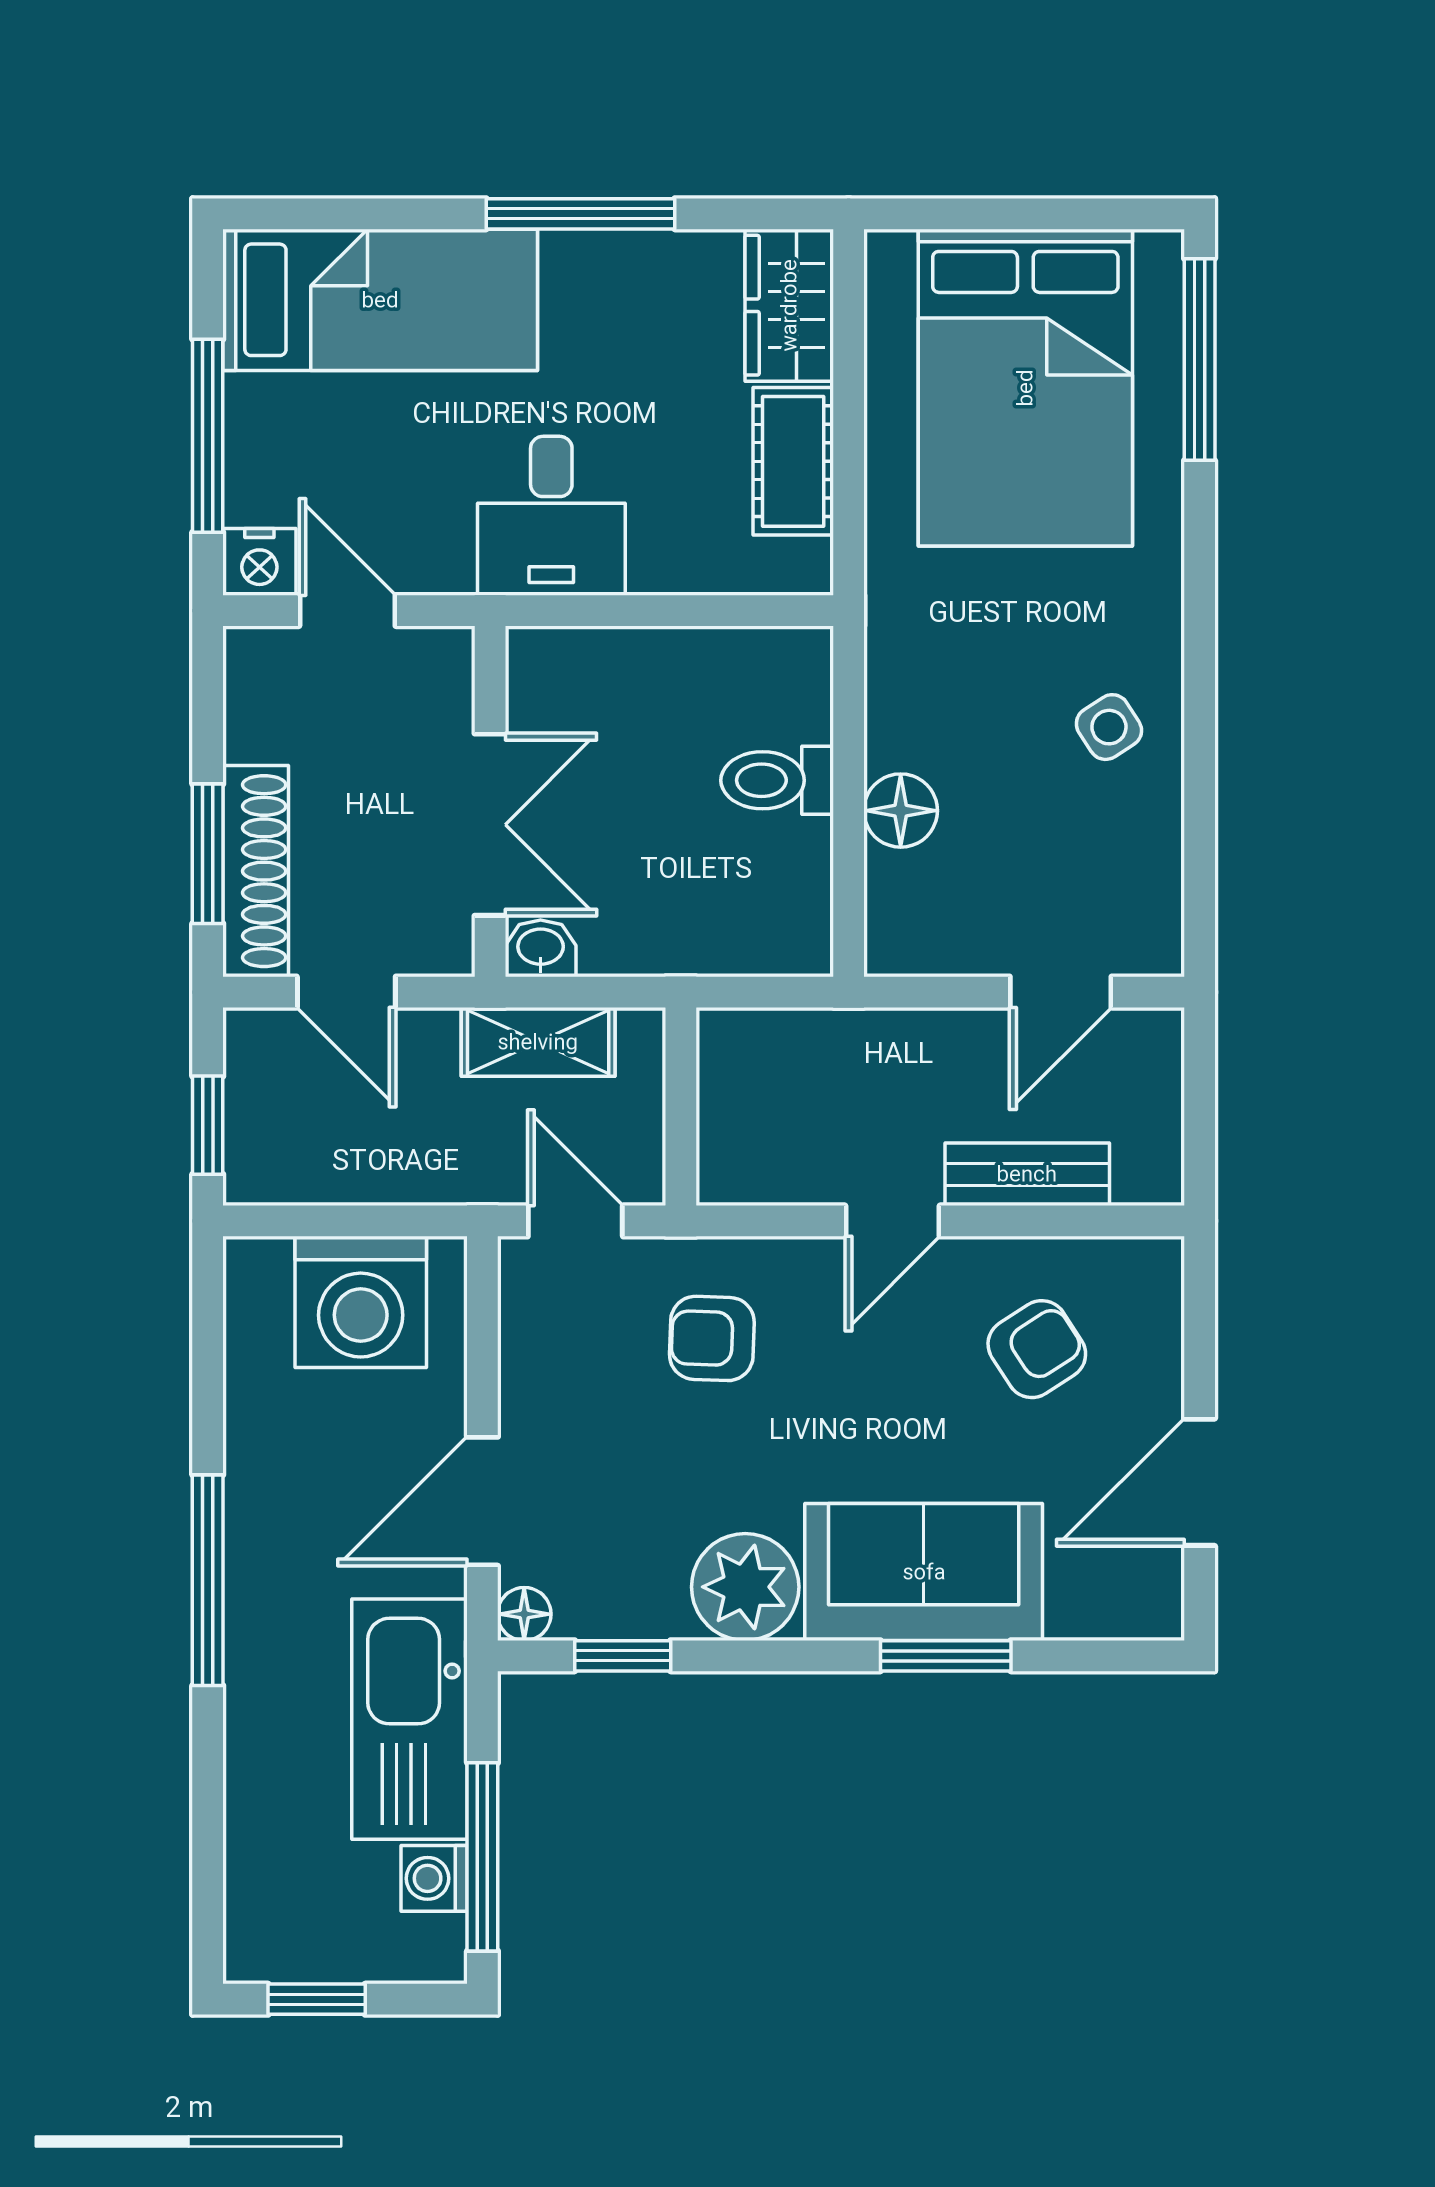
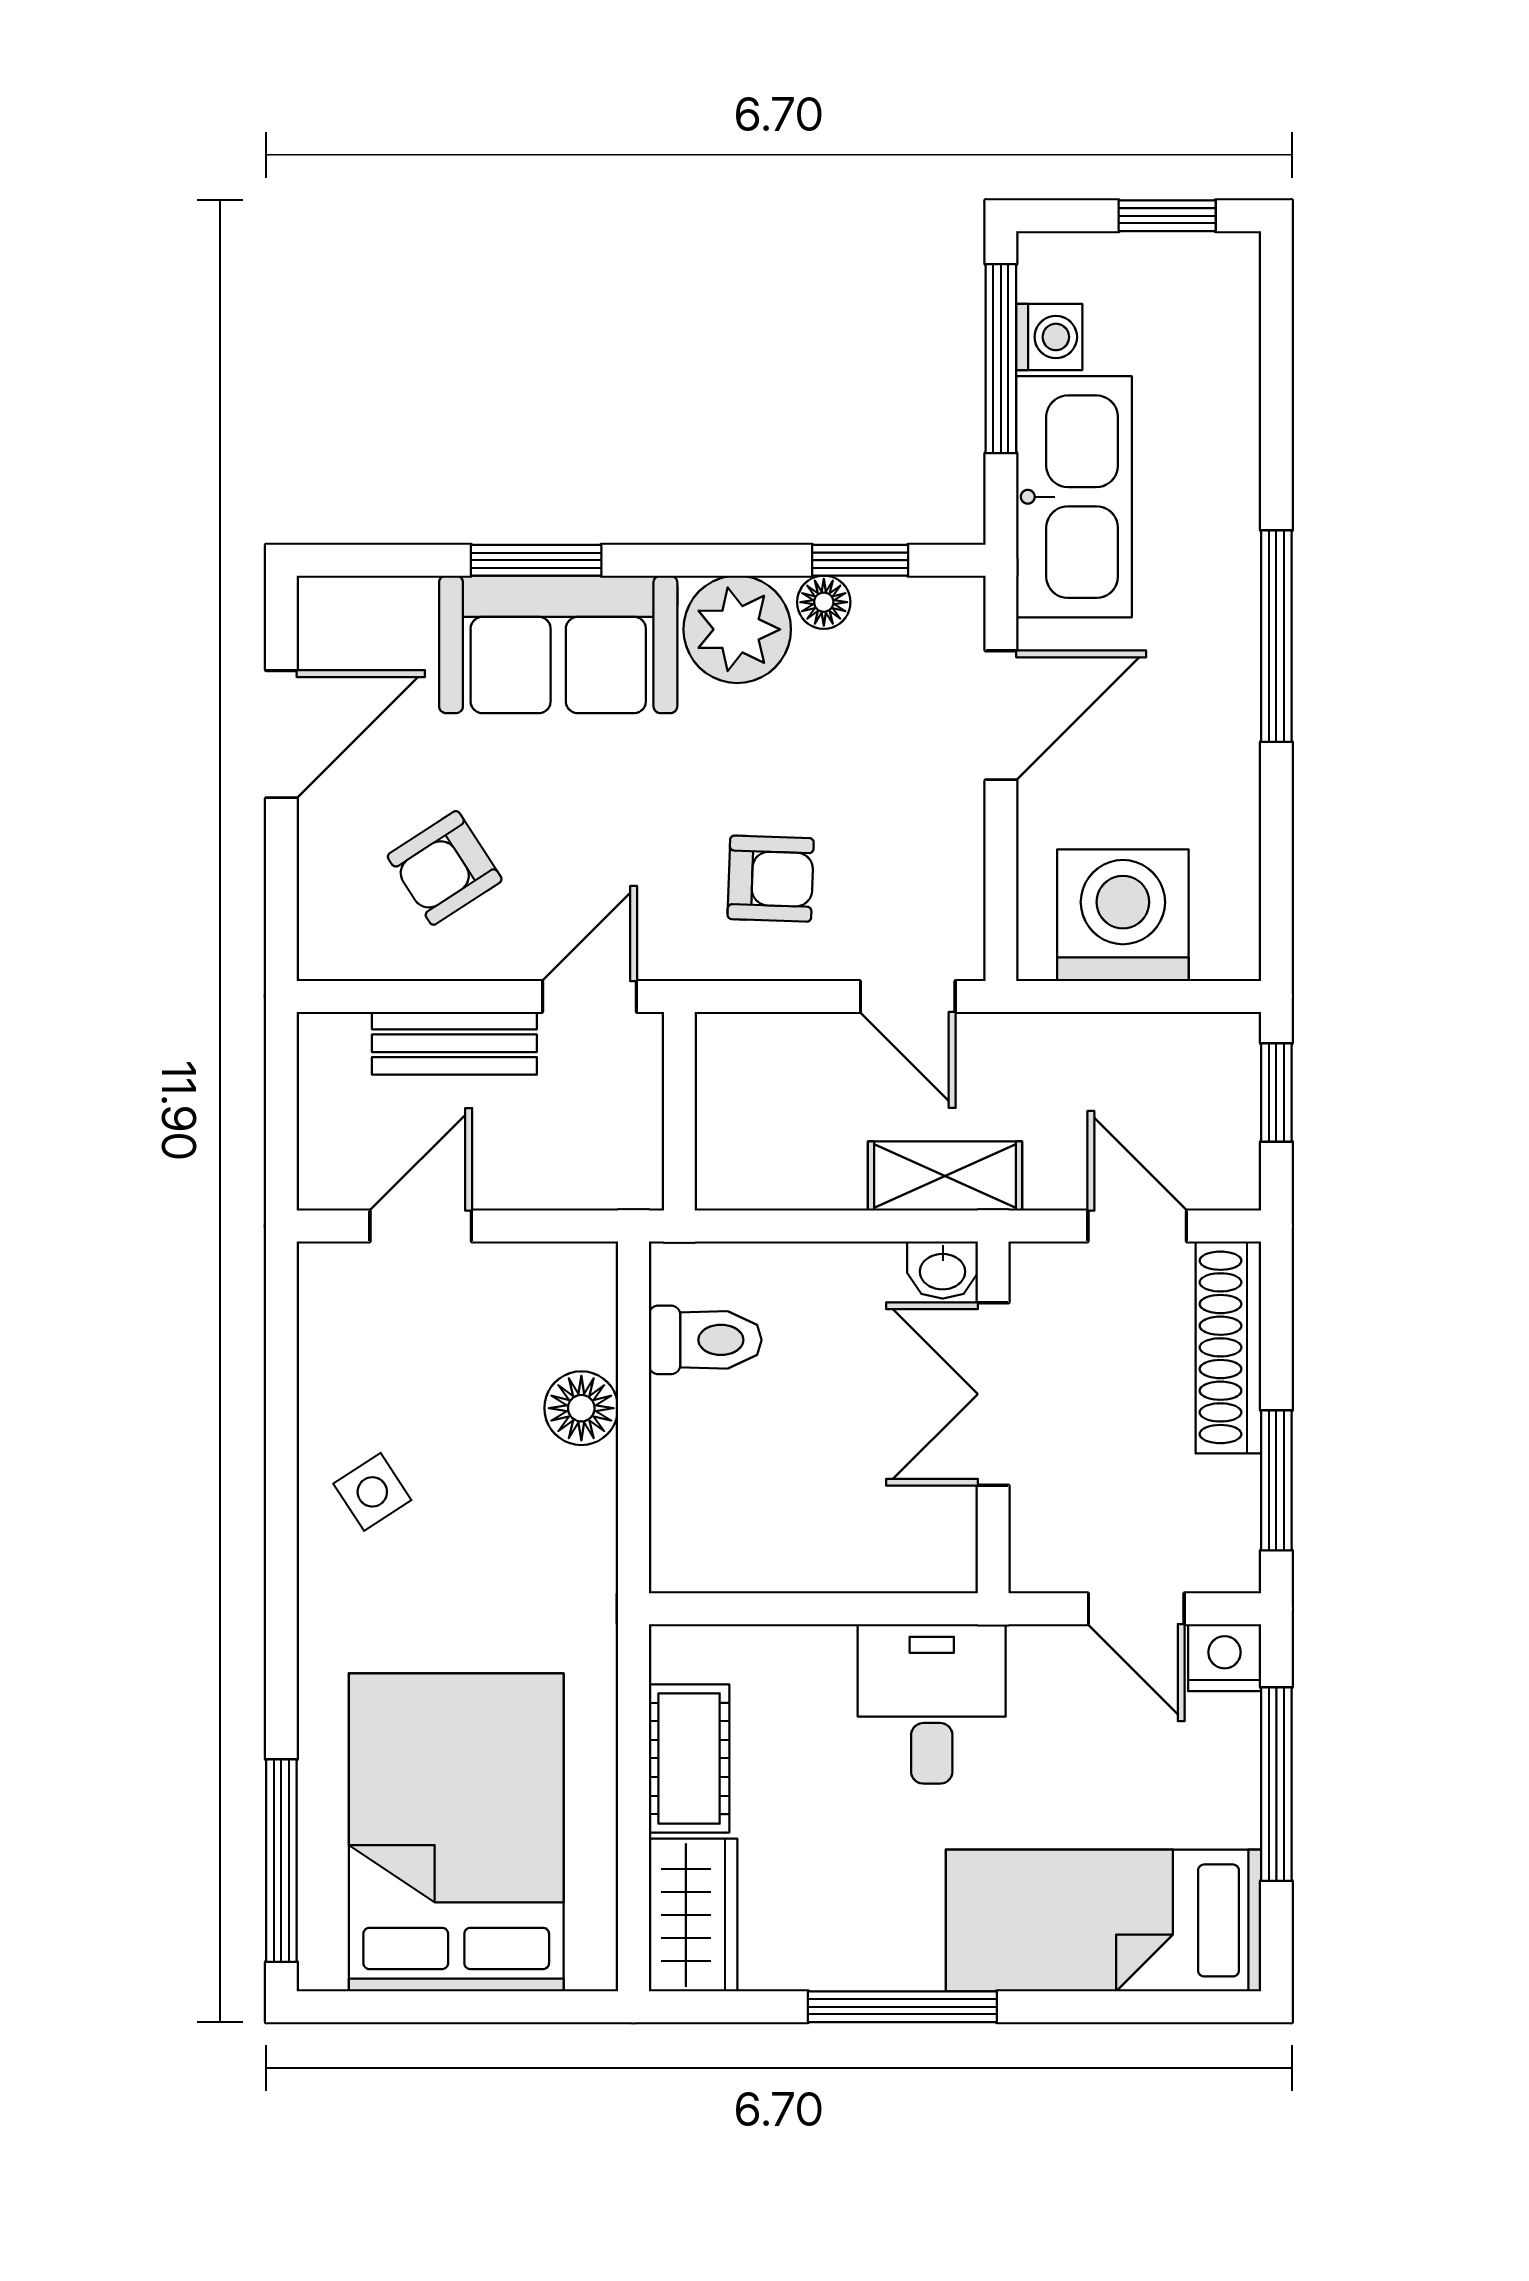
toilet: (777, 780) -> (705, 1340), moved
window: (208, 854) -> (1276, 1480), moved
wall: (681, 1107) -> (679, 1111), moved
floor lamp: (524, 1614) -> (824, 602), moved

